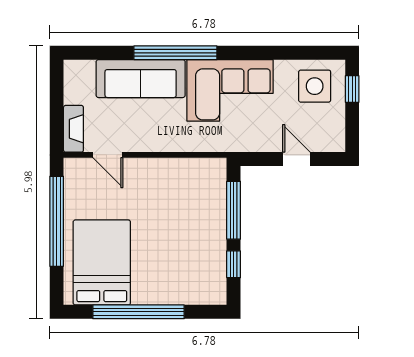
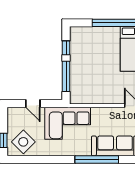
side table: (315, 86) -> (23, 142), turned 45
corner sofa: (230, 90) -> (68, 123), moved, turned 180

